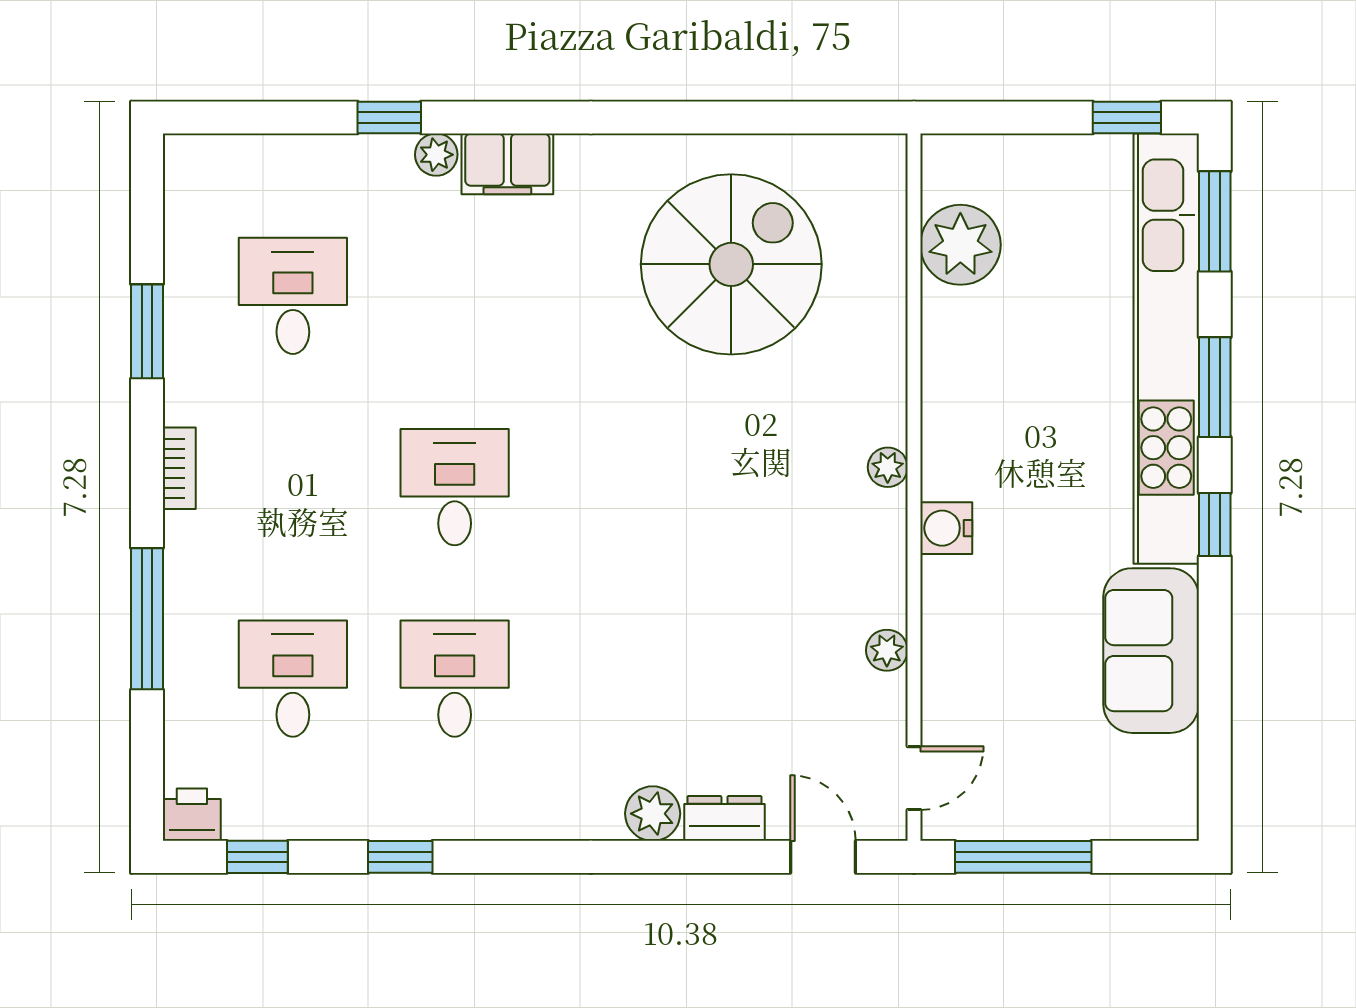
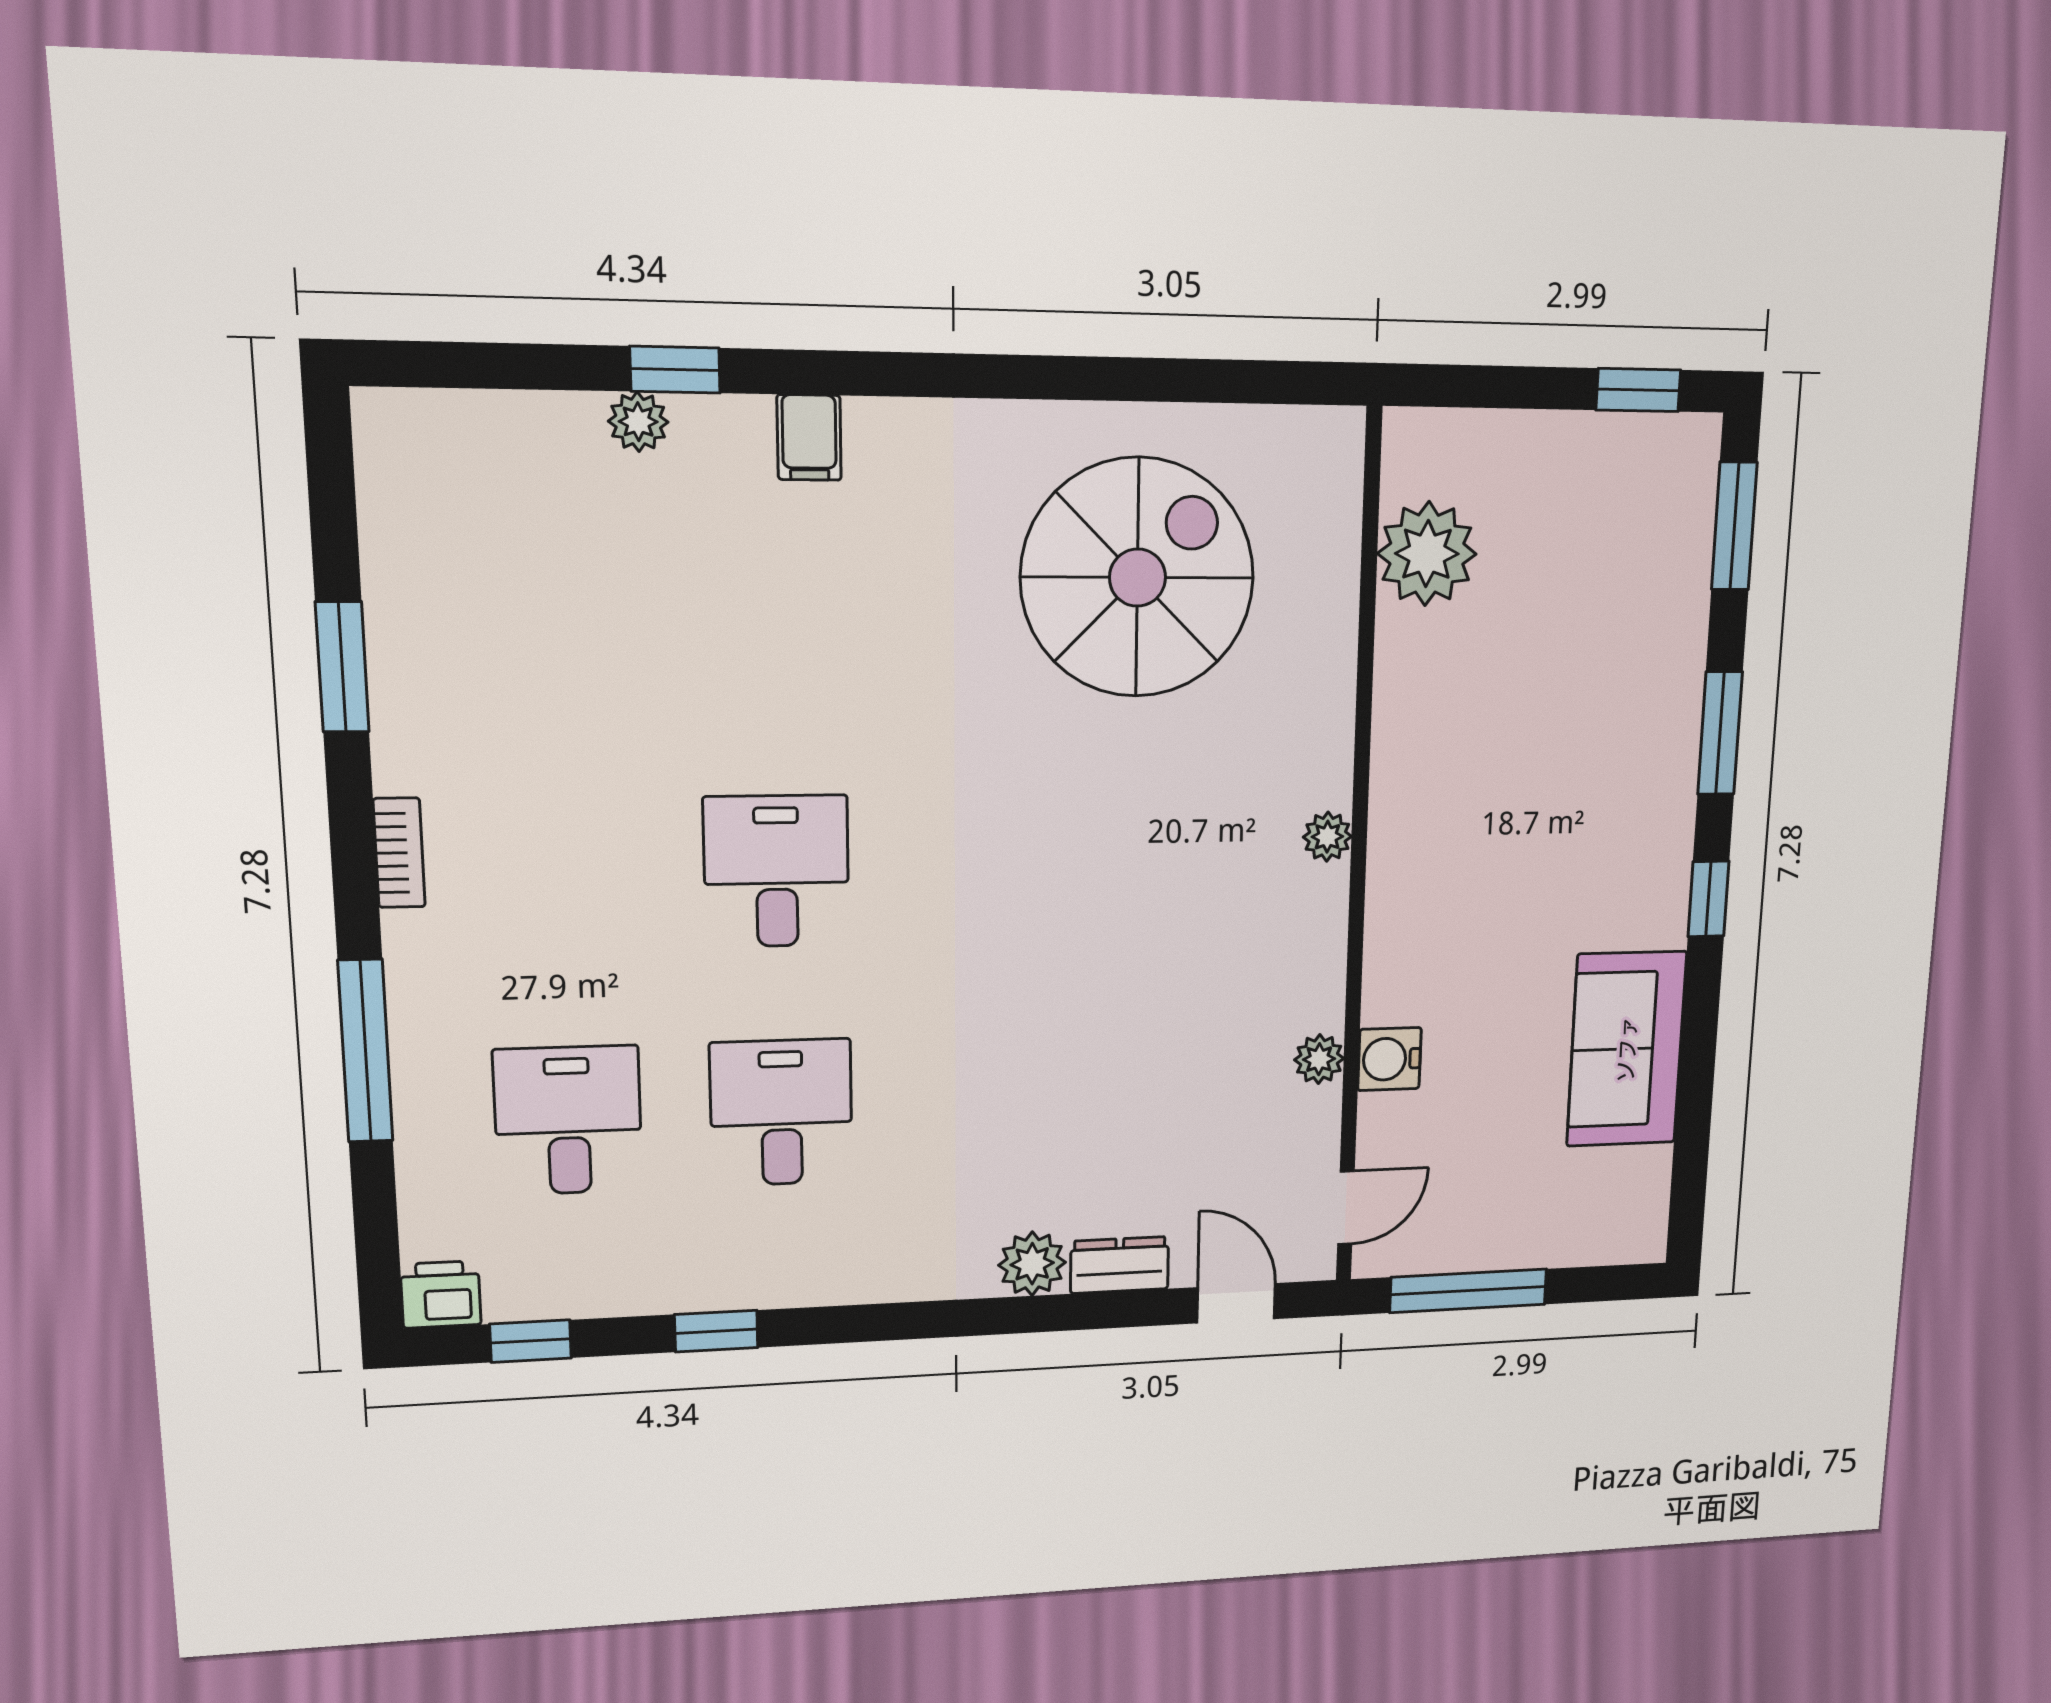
plant: (436, 155) -> (638, 422), moved
filing cabinet: (507, 164) -> (809, 438), width x0.50
desk: (293, 296) -> (548, 618), removed
kitchen unit: (1166, 349) -> (1667, 686), removed
water cooler: (946, 528) -> (1389, 1059), moved

